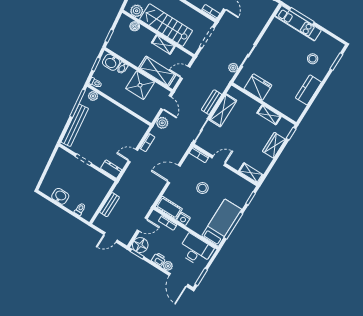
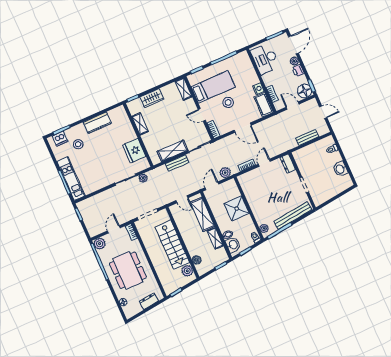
shelving: (163, 45) -> (215, 238), moved
dishwasher: (333, 53) -> (60, 139), added
shower: (140, 85) -> (237, 208), moved
door: (133, 156) -> (264, 163), swing flipped
bed: (222, 223) -> (213, 87), moved, turned 180

